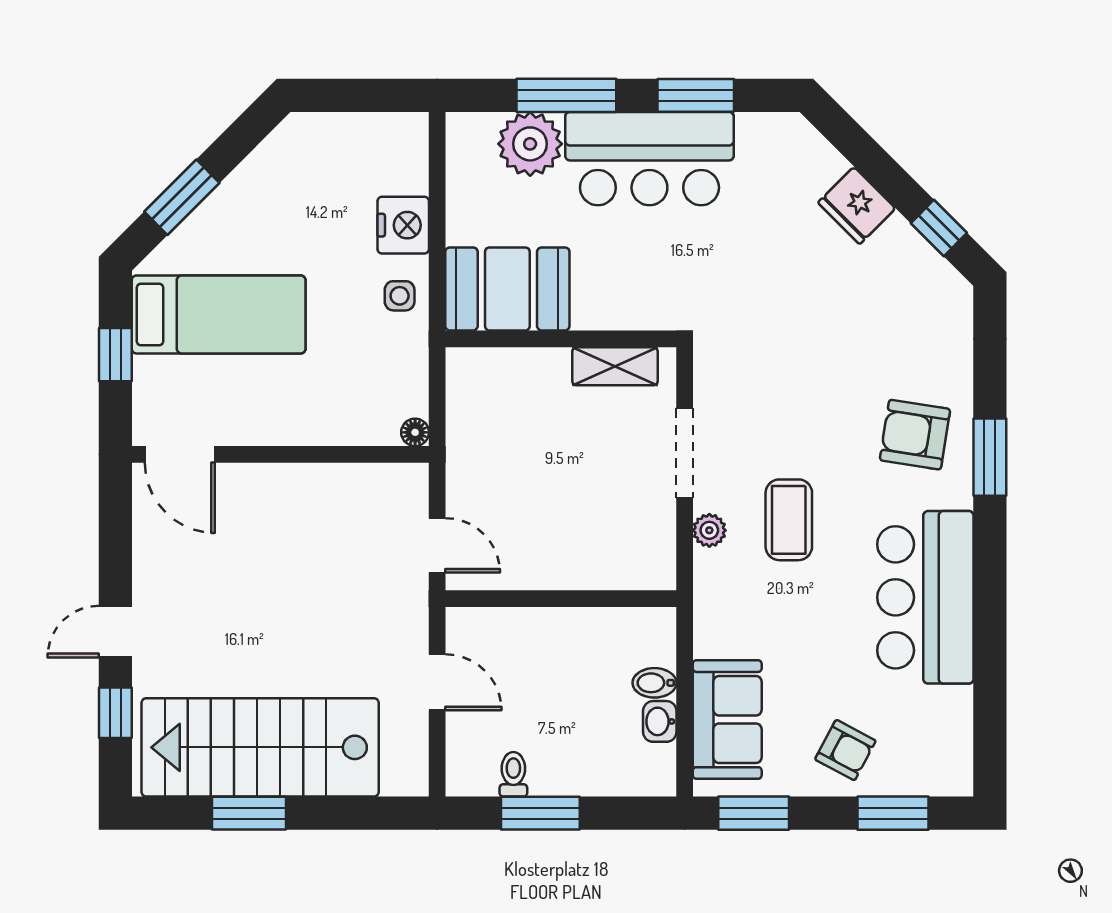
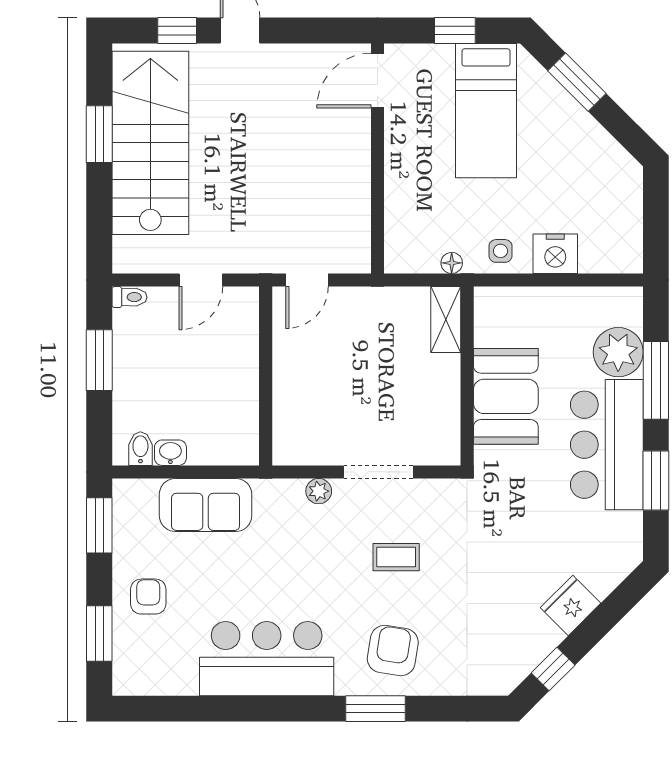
booth: (507, 289) -> (506, 396), moved
shelving: (615, 366) -> (446, 319), moved
floor lamp: (415, 432) -> (452, 263), moved
coffee table: (789, 520) -> (396, 557), moved, width x0.73, depth x0.77
bidet: (654, 683) -> (140, 449), moved
sofa: (727, 720) -> (206, 505), moved
armchair: (845, 750) -> (148, 597), turned 152
toilet: (513, 774) -> (129, 297), moved

